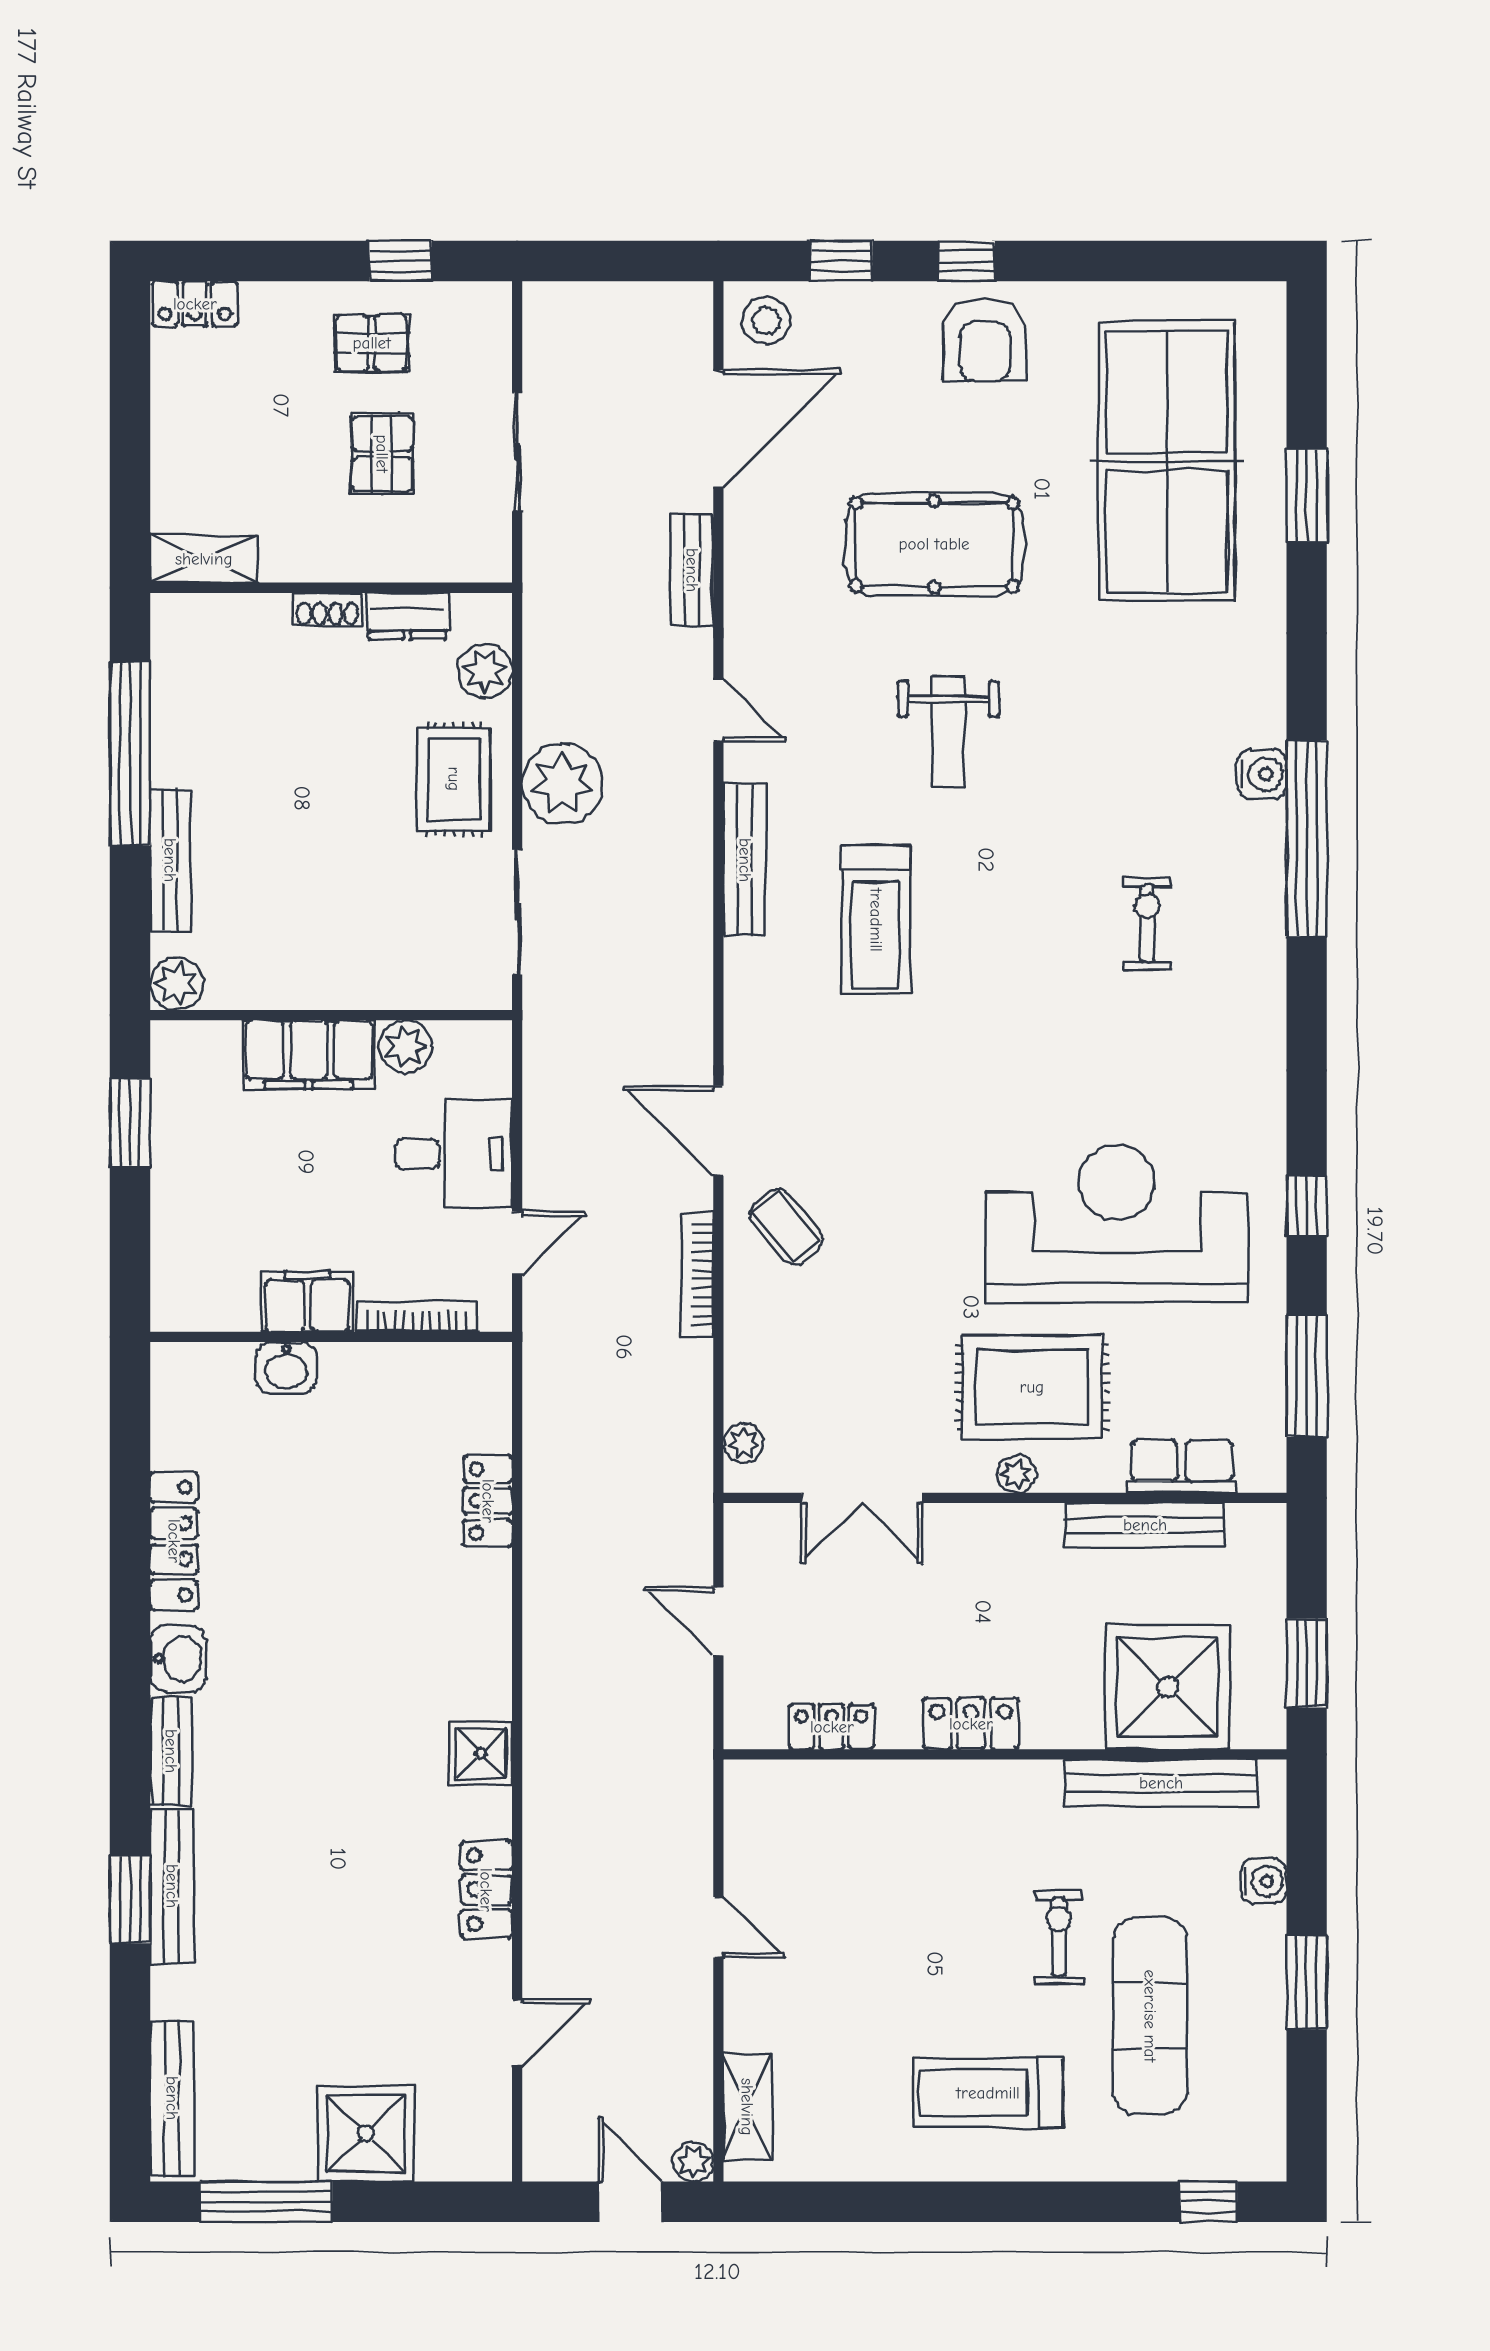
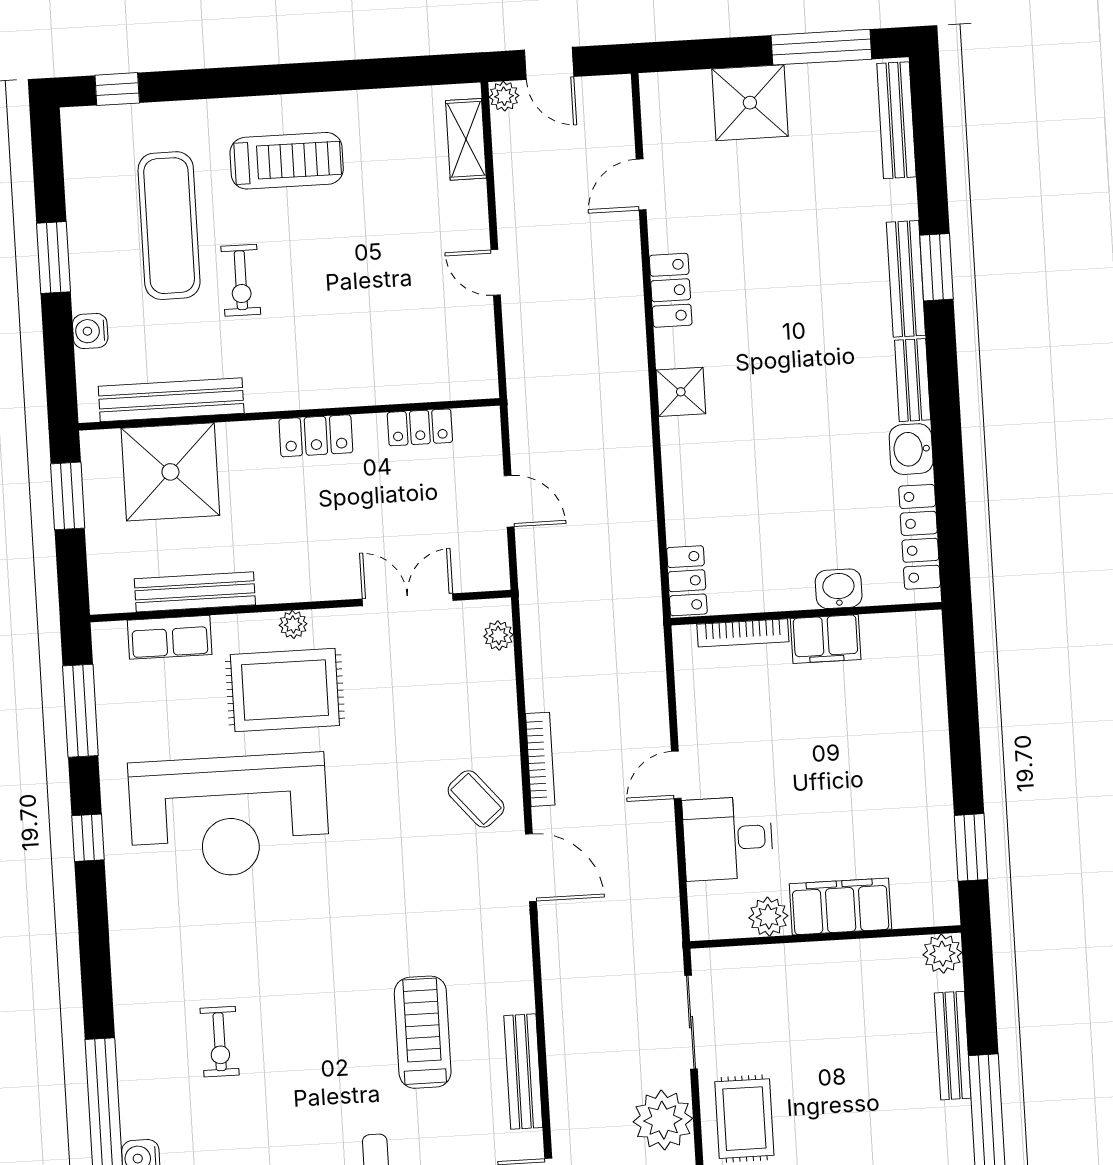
filing cabinet: (307, 1302) -> (826, 639), moved
bookcase: (417, 1316) -> (743, 633), moved
wall: (331, 1337) -> (806, 614), moved
washbasin: (286, 1368) -> (839, 589), moved

